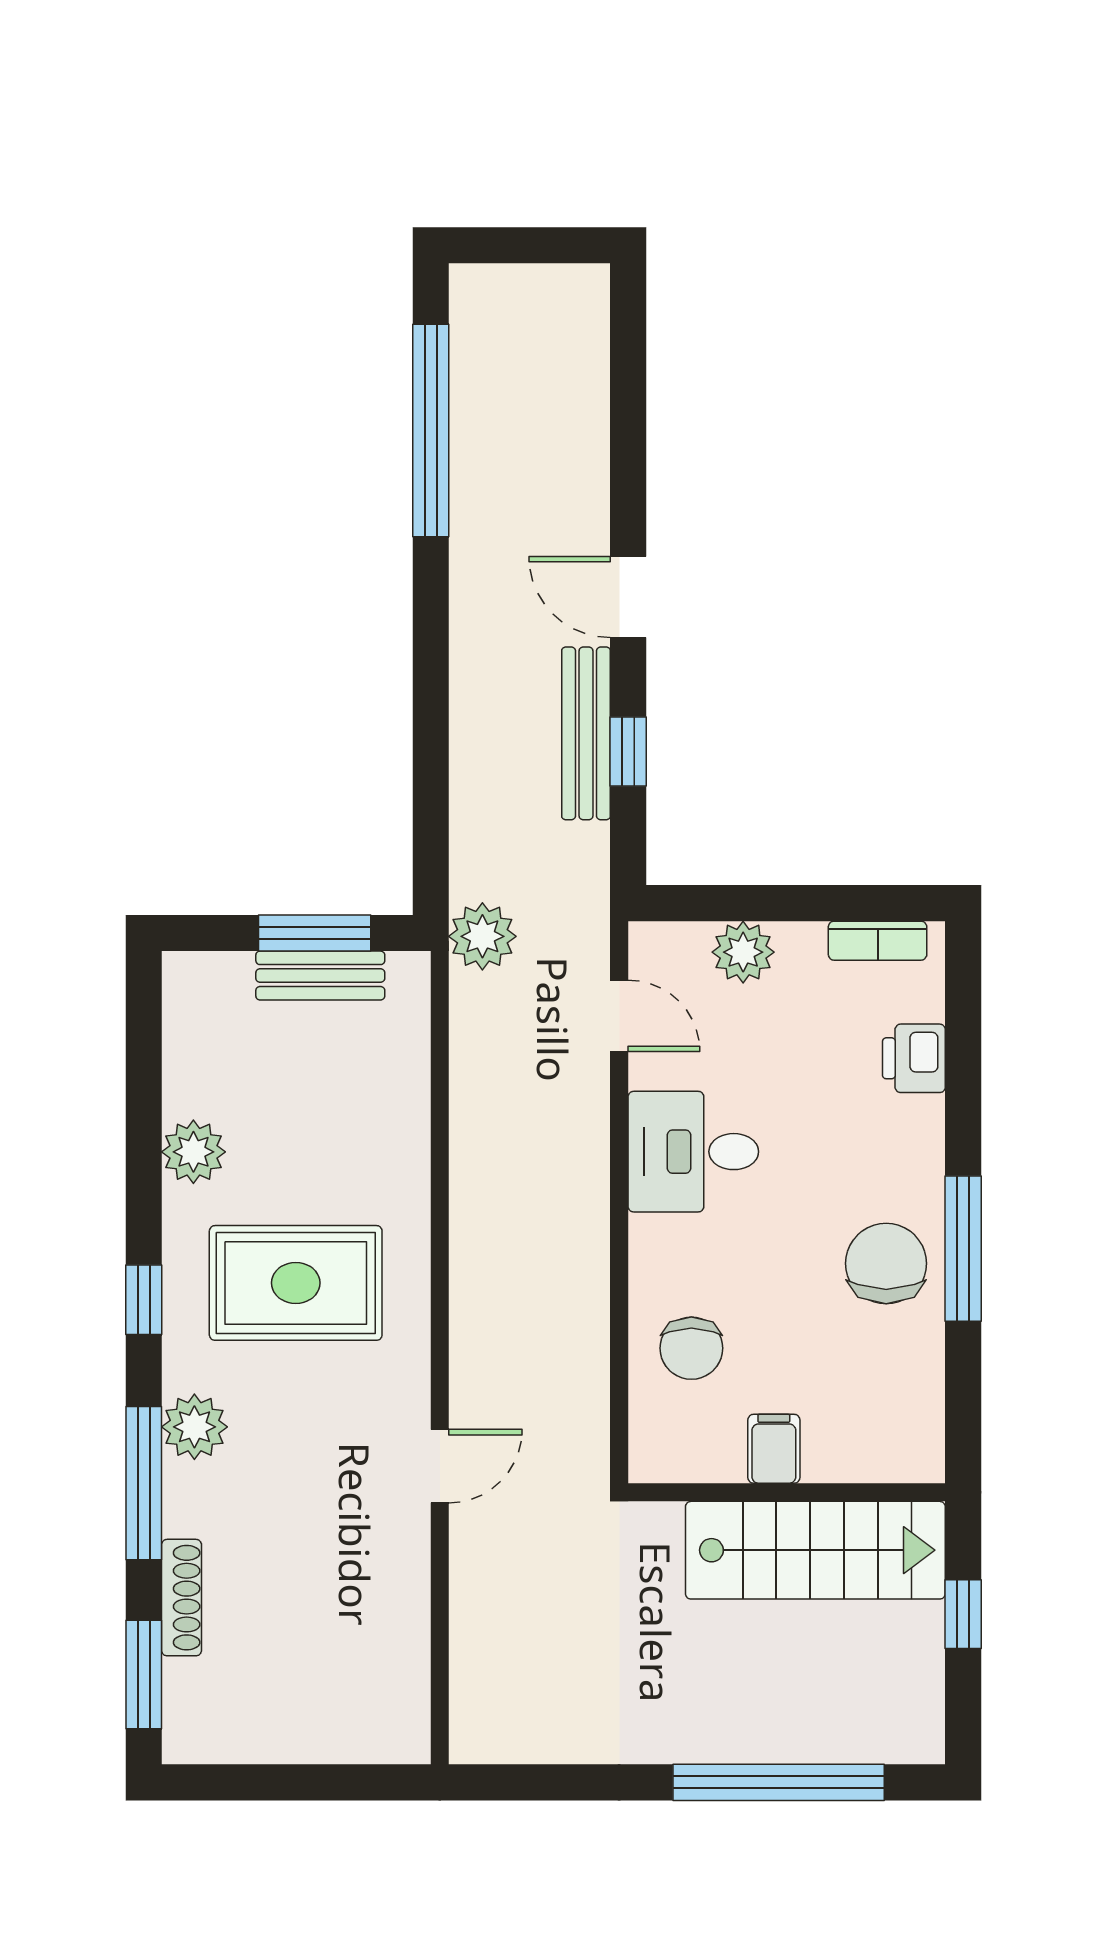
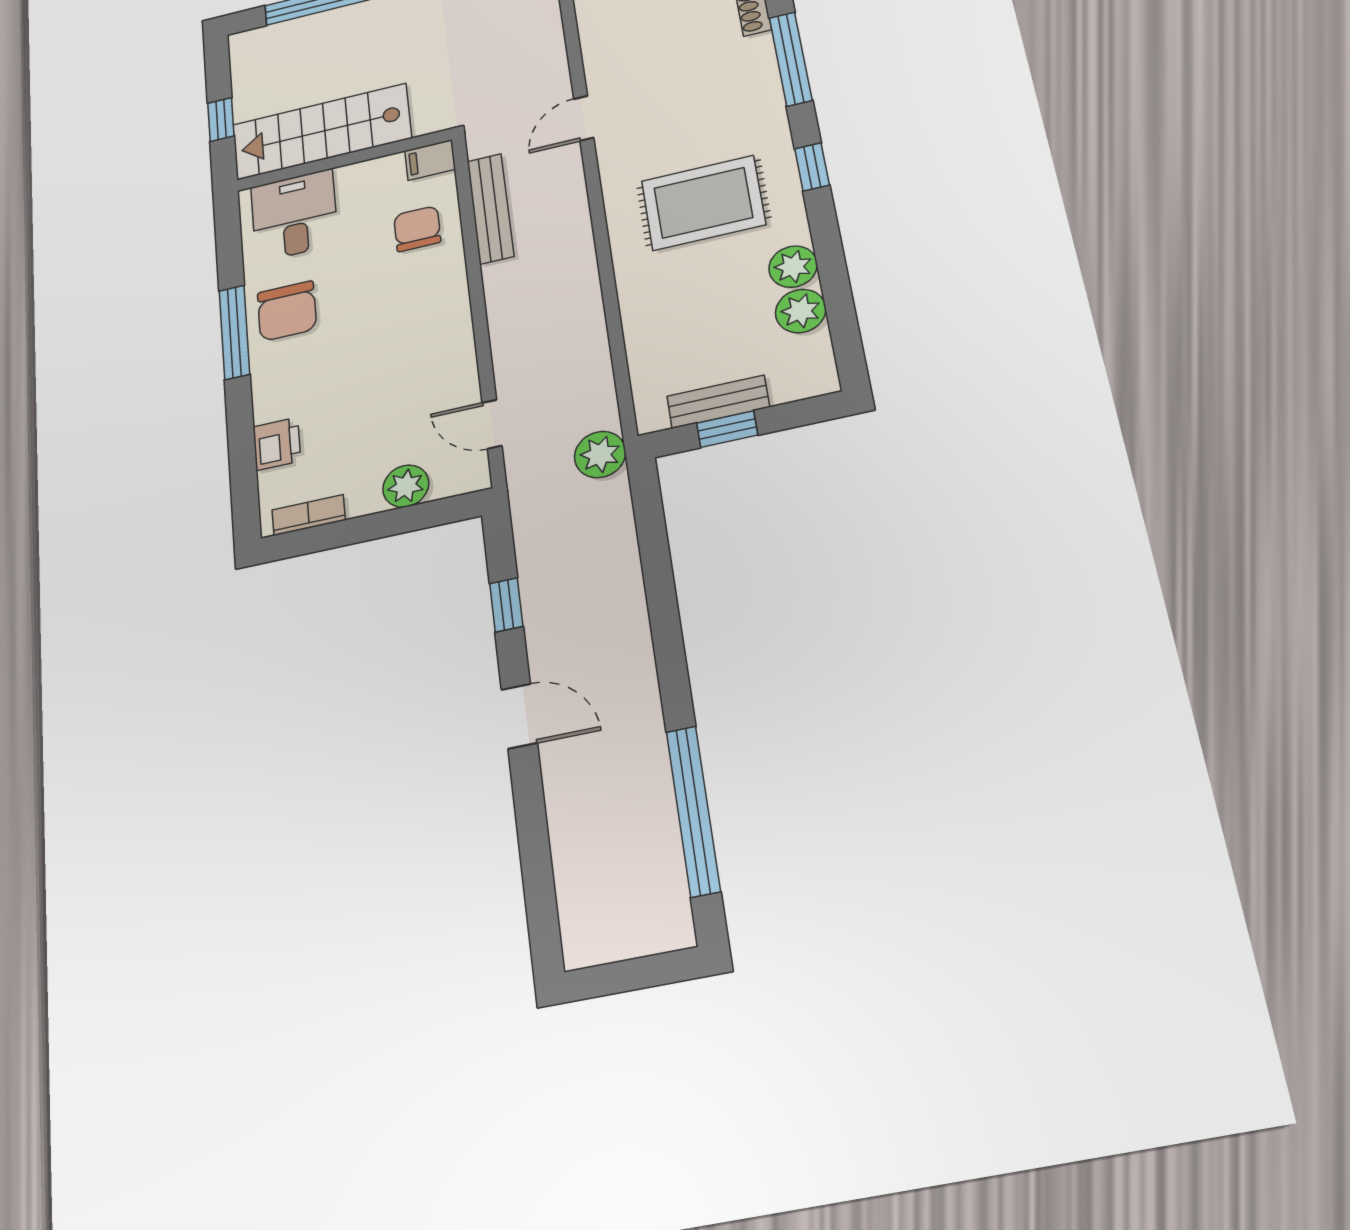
bench: (586, 733) -> (490, 209), moved
window: (315, 933) -> (727, 429), width x0.67
desk: (693, 1152) -> (294, 215), moved, turned -90
plant: (194, 1427) -> (801, 311), moved
filing cabinet: (774, 1449) -> (430, 160), moved, turned 90

